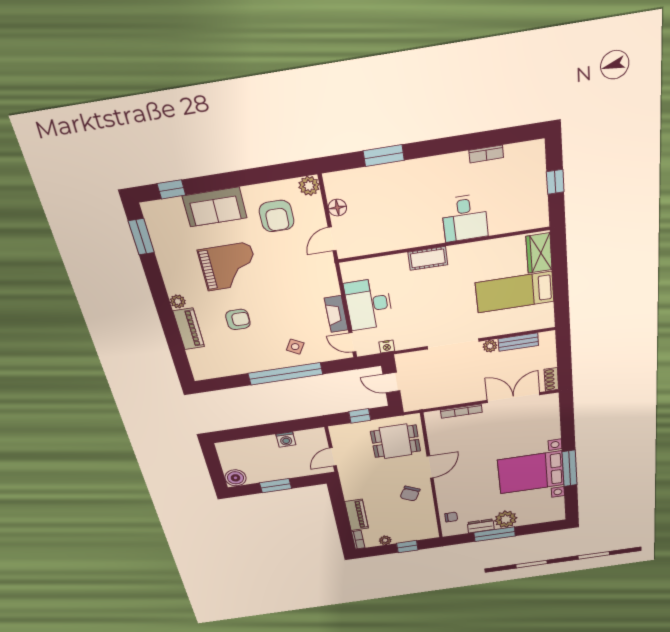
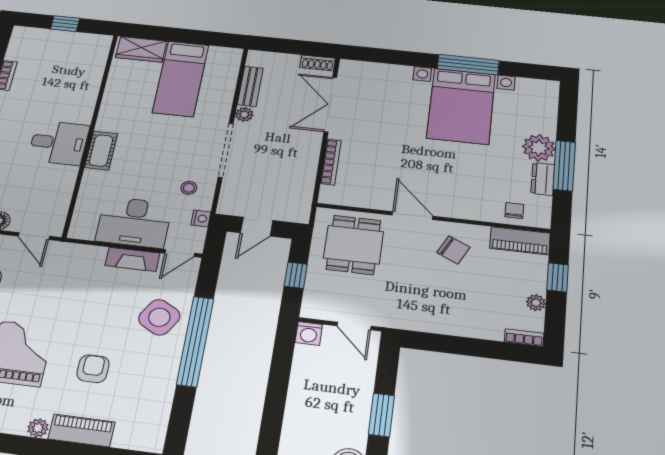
desk: (465, 218) -> (59, 143), moved
stool: (411, 330) -> (189, 188), added
side table: (295, 347) -> (159, 317), width x1.87, depth x1.87
washing machine: (286, 440) -> (309, 333), moved, turned 90
piano: (357, 515) -> (520, 241), moved, turned 180

